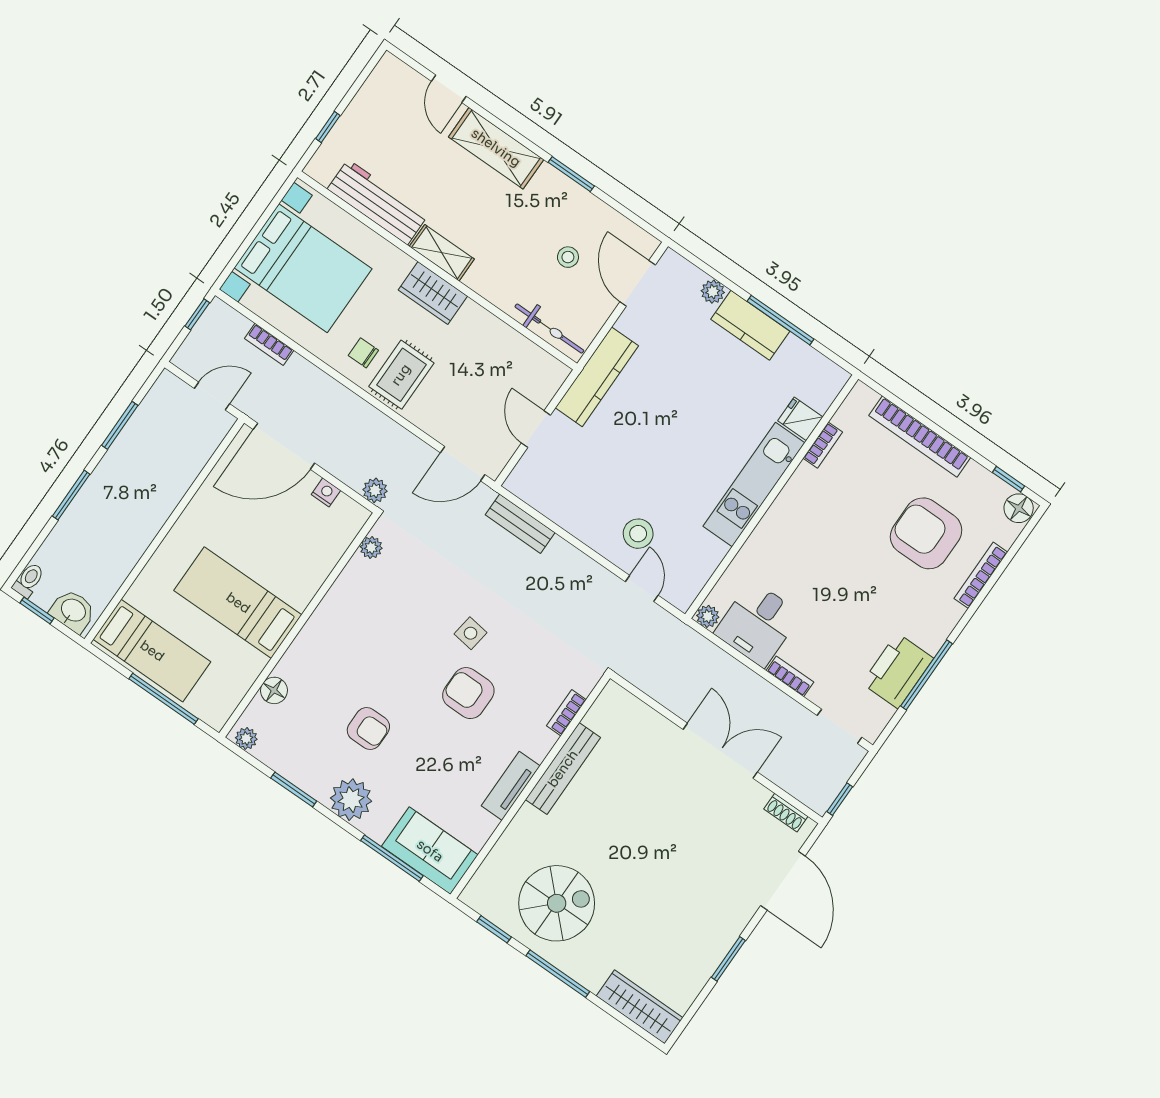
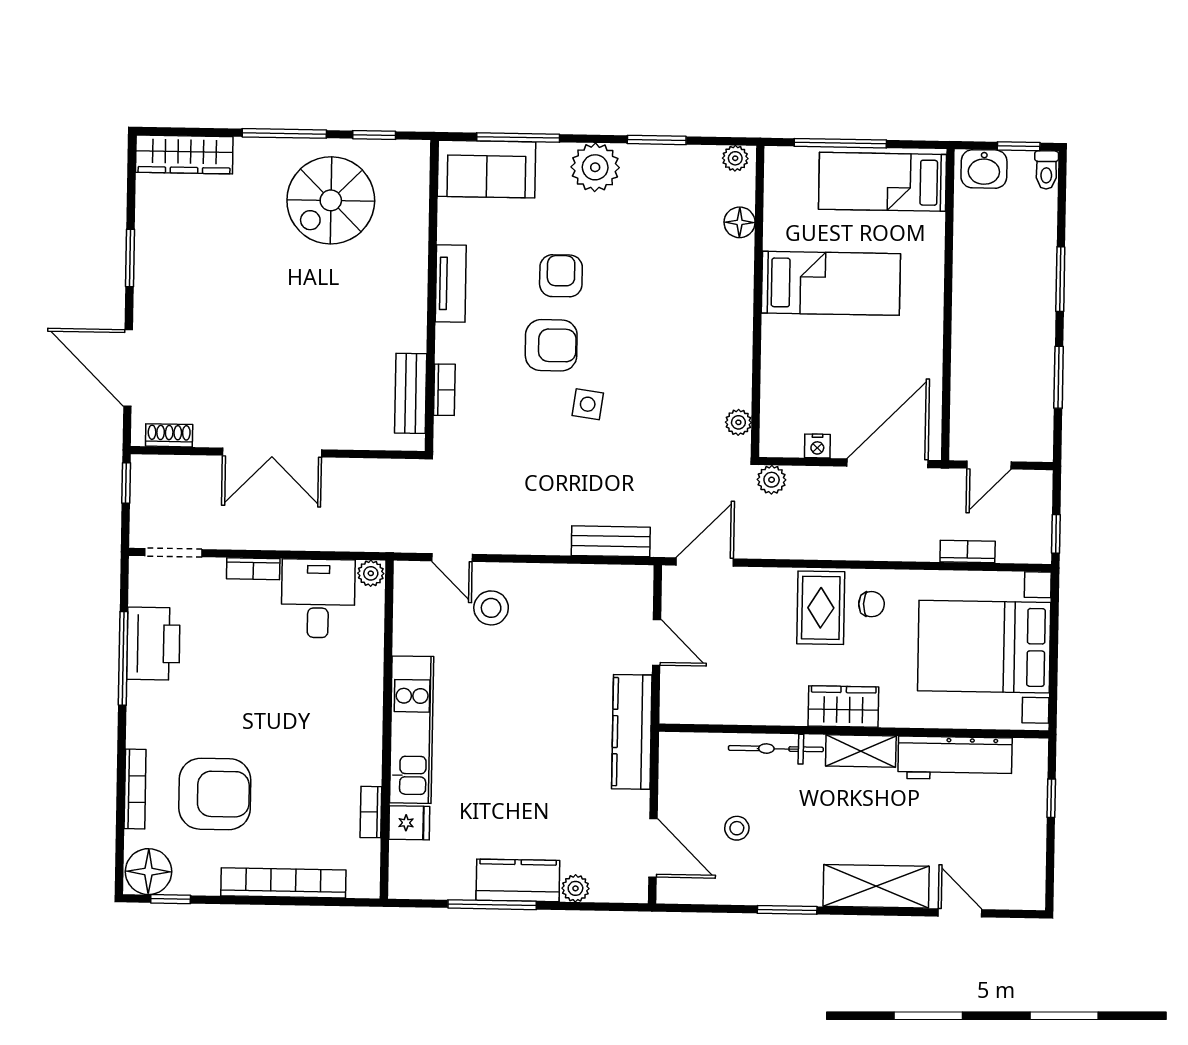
bicycle: (549, 329) -> (776, 749), moved
floor lamp: (1019, 508) -> (148, 872), width x1.38, depth x1.38
armchair: (368, 729) -> (561, 276), moved, turned 90
bench: (563, 769) -> (411, 393), moved, width x0.73

